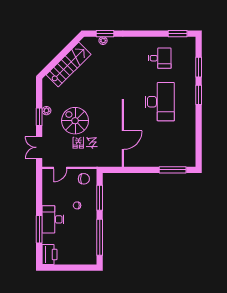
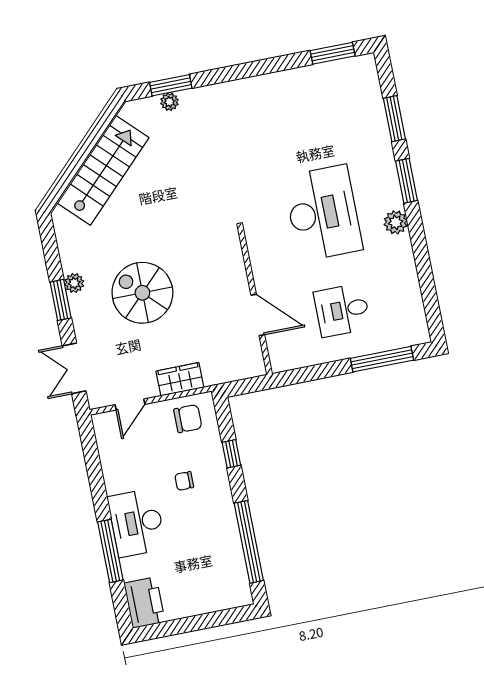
desk: (160, 58) -> (342, 310), moved, turned 180
plant: (190, 112) -> (396, 222), added
door: (123, 140) -> (258, 315), hinge flipped
wardrobe: (84, 161) -> (180, 379), added
window: (100, 198) -> (231, 454), width x0.46

